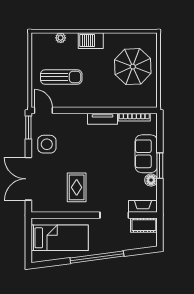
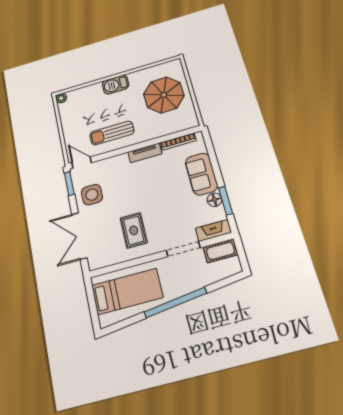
plant: (61, 38) -> (61, 98), moved
sun lounger: (61, 77) -> (112, 133), moved, turned 180
window: (160, 166) -> (226, 201), moved

